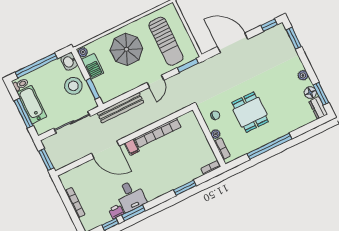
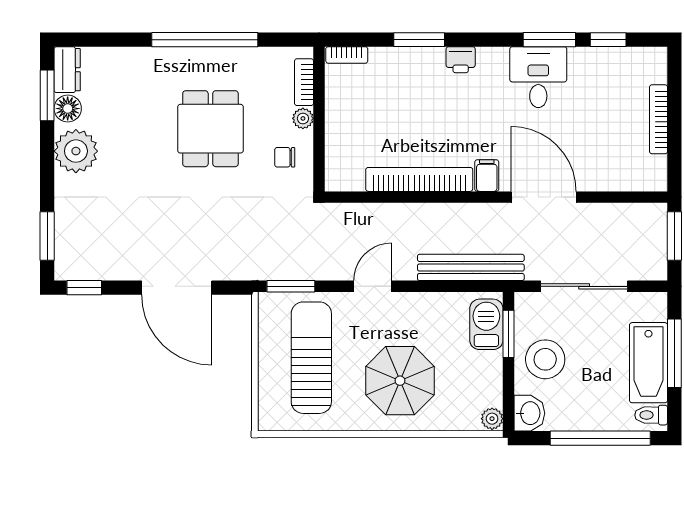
barbecue: (93, 66) -> (486, 324), moved
plant: (303, 75) -> (76, 151), width x1.87, depth x1.87
printer: (116, 212) -> (461, 60), moved

